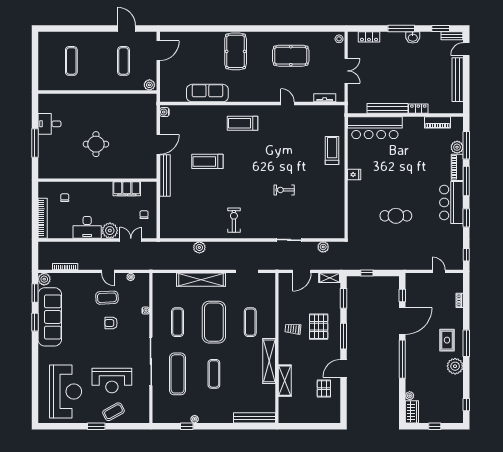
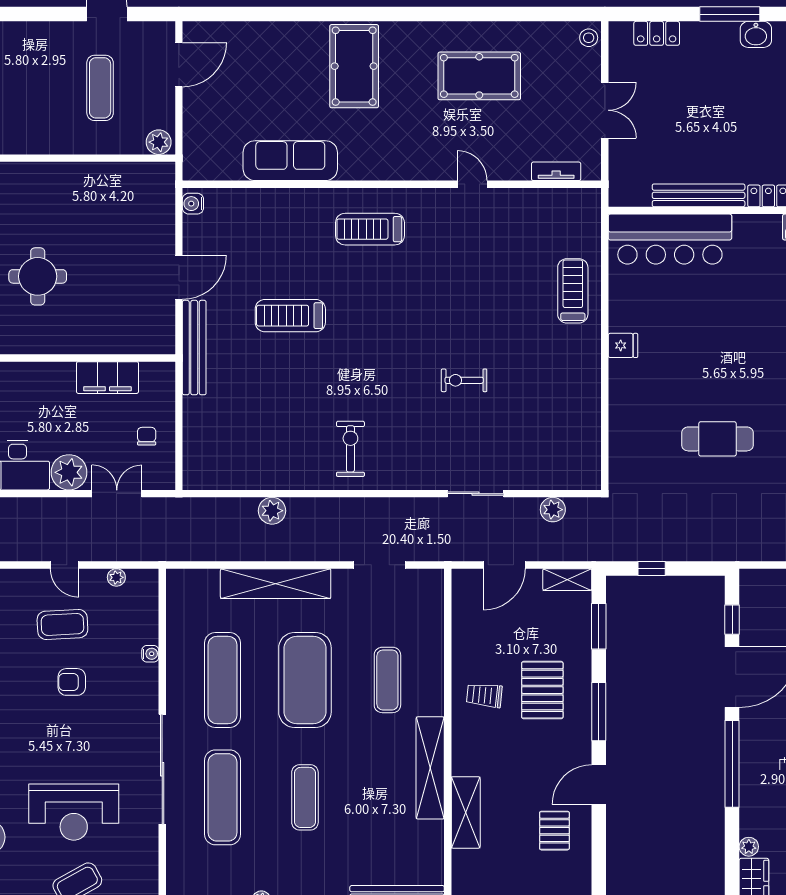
exercise mat: (178, 322) -> (223, 680), width x1.36, depth x1.45

